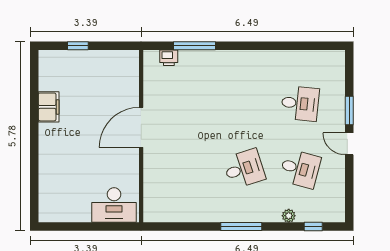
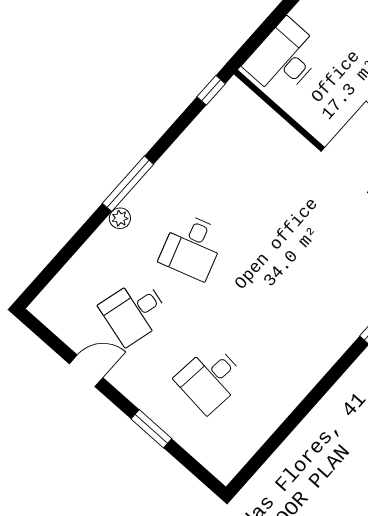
door: (349, 144) -> (86, 371), moved
plant: (289, 216) -> (120, 218), moved
window: (313, 227) -> (211, 90), moved

